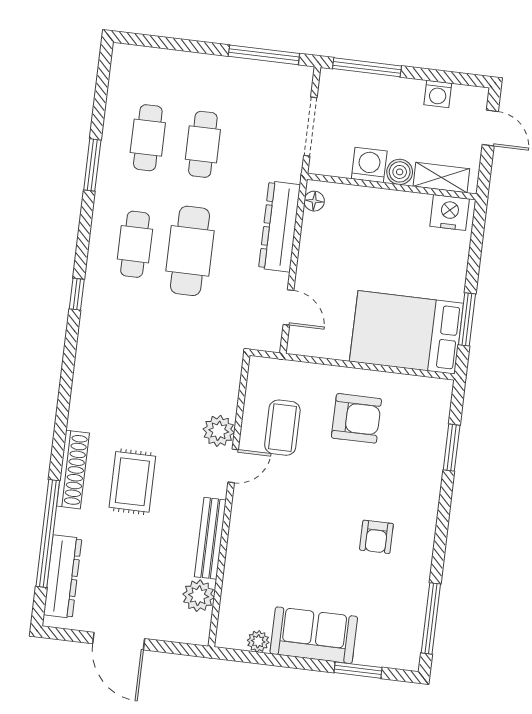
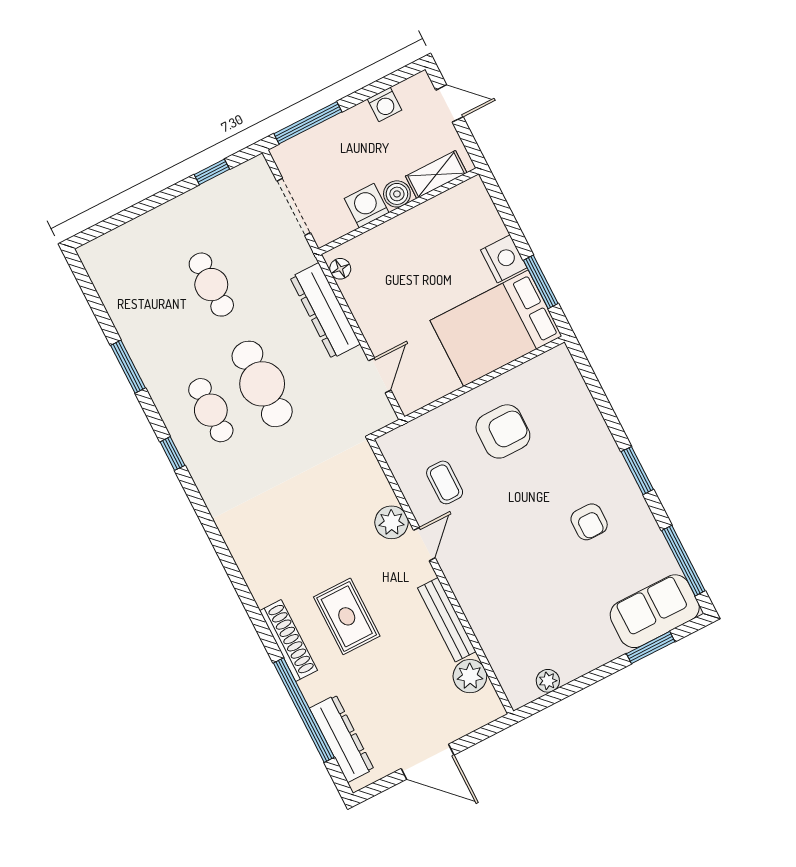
window: (264, 55) -> (212, 172), width x0.46
cafe table: (148, 138) -> (160, 311), removed
nightstand: (450, 213) -> (504, 259), moved, turned 90
window: (77, 294) -> (172, 454), moved
door: (288, 307) -> (380, 375), hinge flipped
coffee table: (282, 428) -> (445, 482), width x0.73, depth x0.77
window: (452, 448) -> (637, 471), moved
sofa: (314, 635) -> (655, 611), moved

